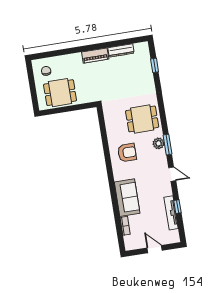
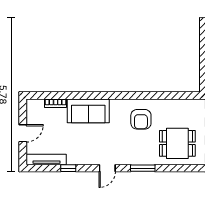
dining table: (142, 119) -> (177, 143), turned 90
plant: (159, 143) -> (146, 158), removed
tv unit: (171, 213) -> (46, 159), moved

